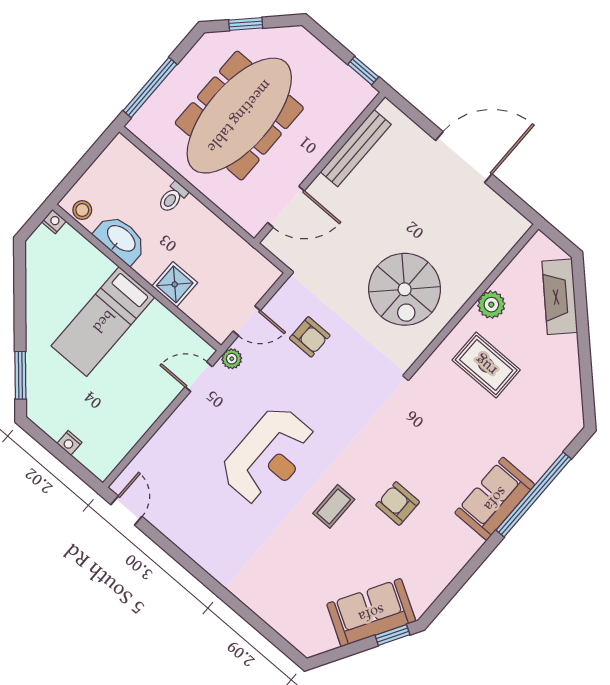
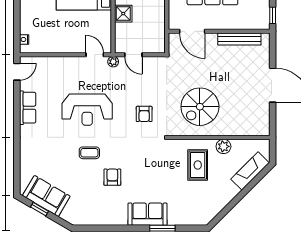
armchair: (310, 337) -> (144, 114), moved
nightstand: (69, 443) -> (24, 40), moved
window: (534, 495) -> (162, 228), width x0.47
row of seats: (192, 540) -> (28, 108), added
sofa: (371, 613) -> (46, 196), moved
window: (392, 635) -> (40, 209), moved

